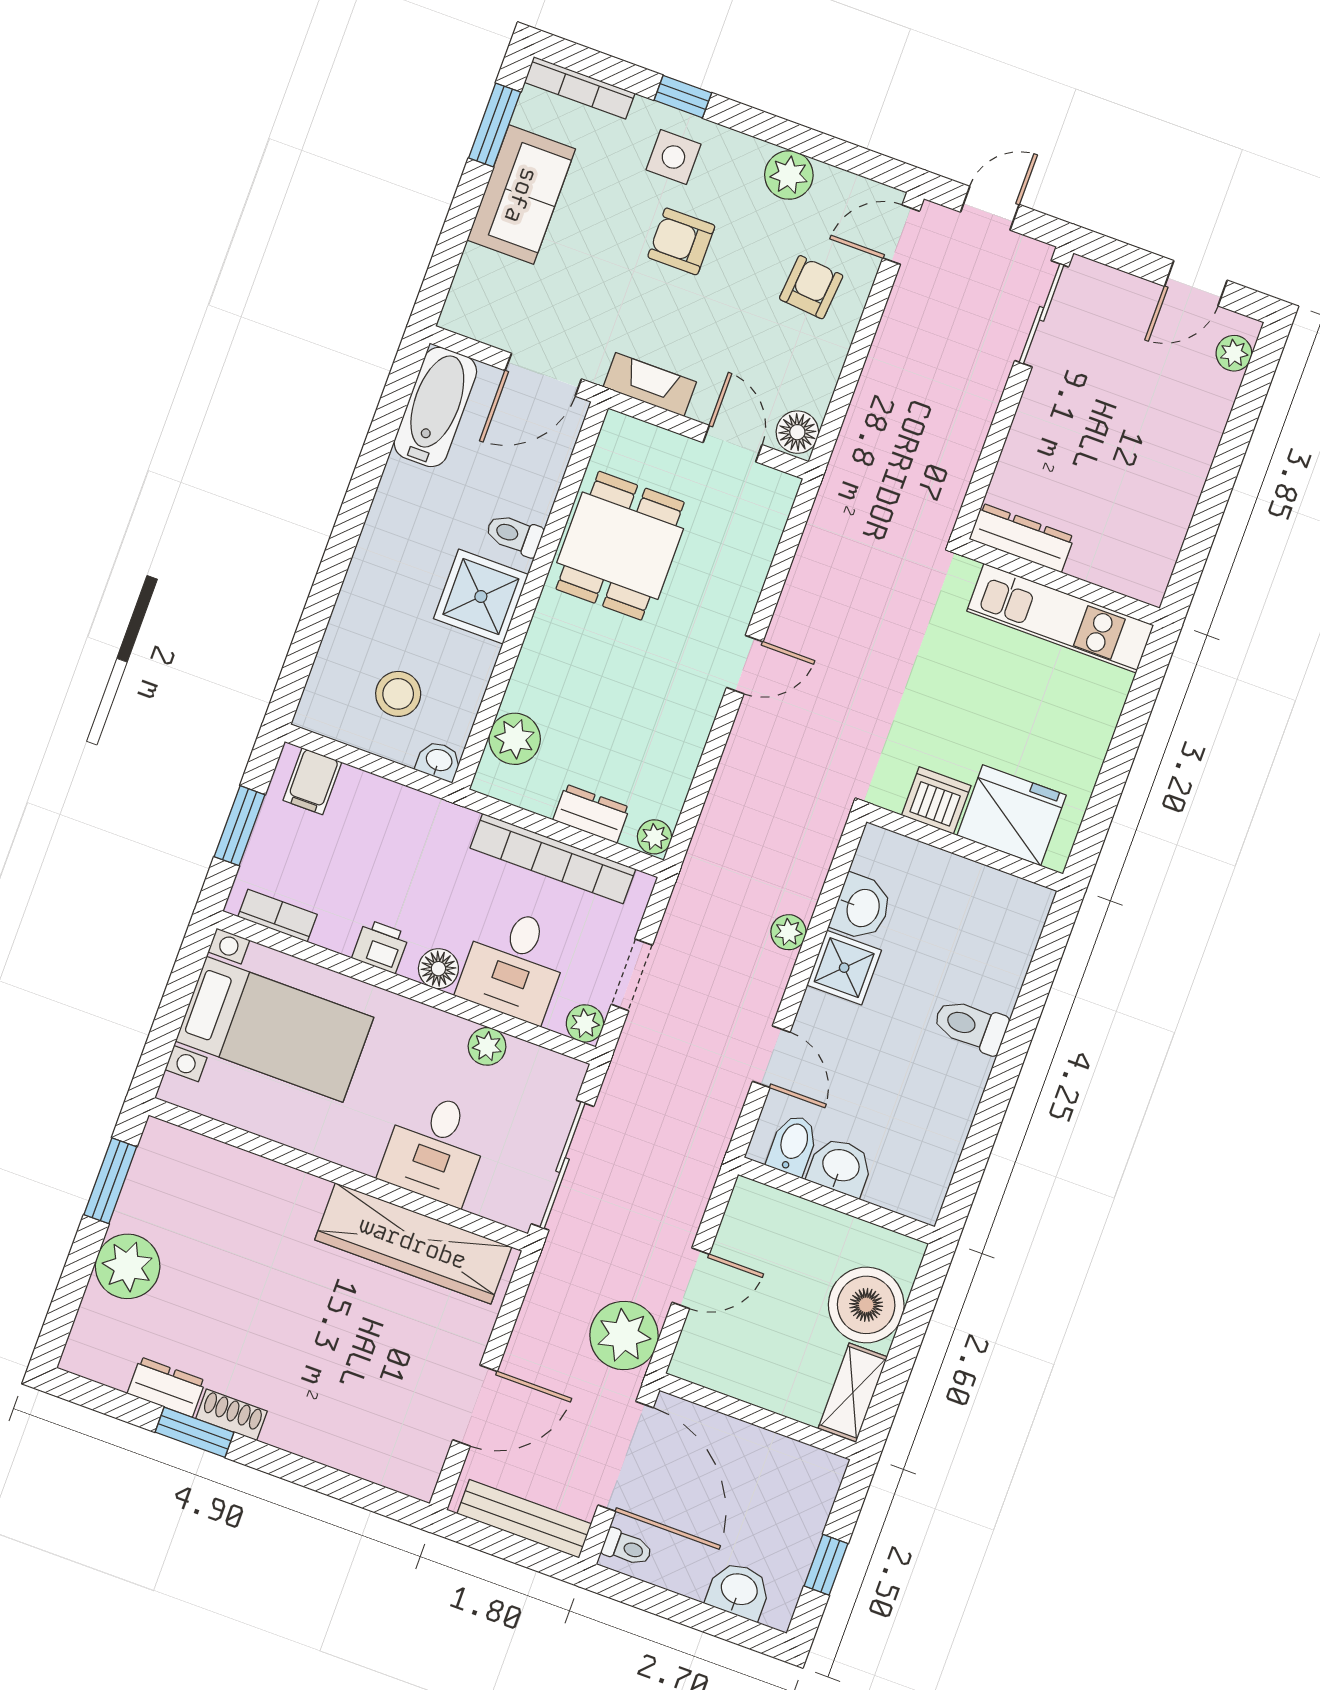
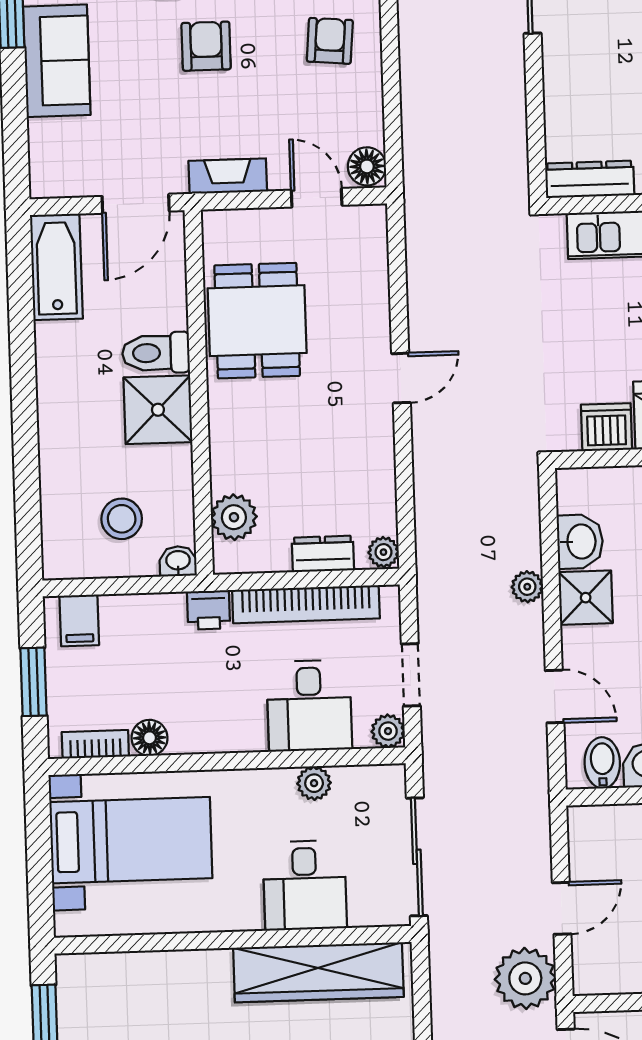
armchair: (681, 241) -> (206, 46), turned 90
toilet: (514, 535) -> (156, 353), width x1.37, depth x1.39
printer: (381, 946) -> (209, 610), moved, turned 180
floor lamp: (438, 969) -> (150, 738), moved

